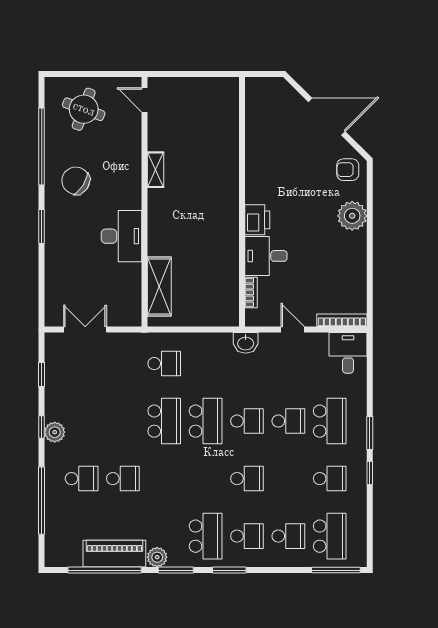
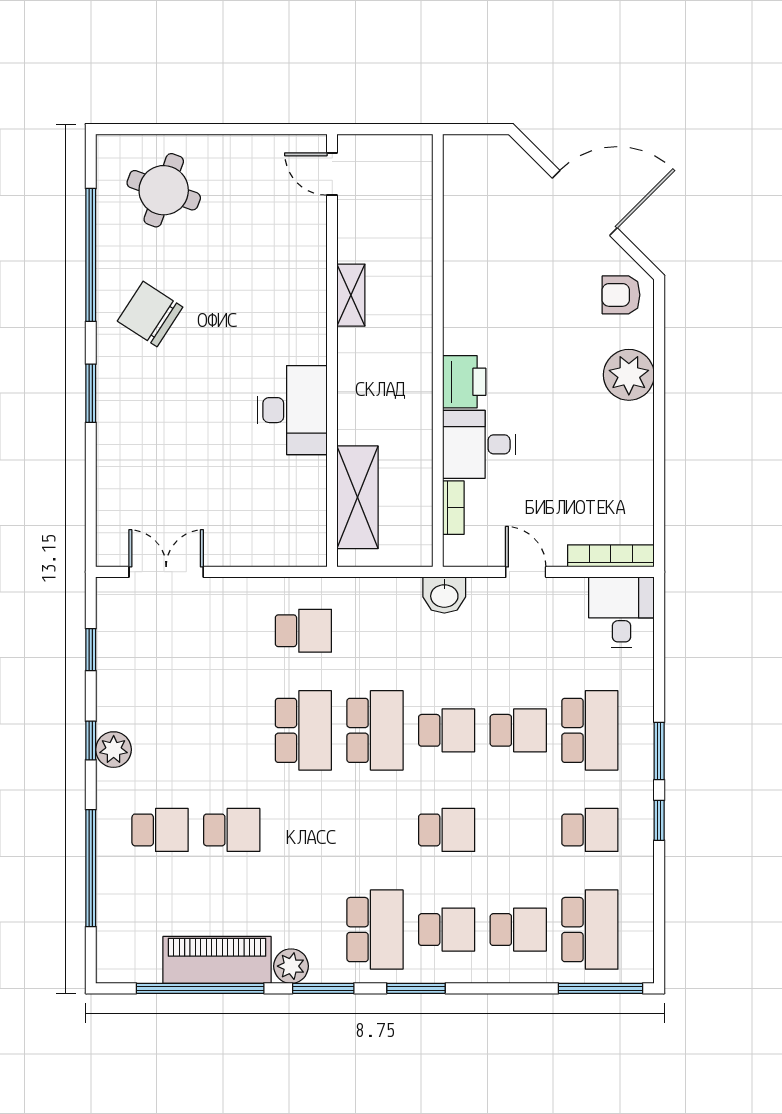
door: (145, 100) -> (332, 174), moved
shelving: (156, 170) -> (351, 295), moved
wall: (145, 202) -> (332, 351), moved
desk: (122, 236) -> (292, 410), moved
shelving: (159, 286) -> (358, 497), moved

